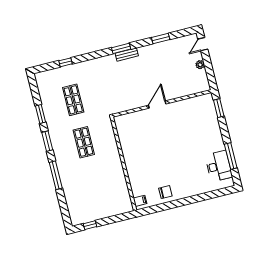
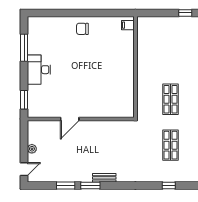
window: (121, 48) -> (90, 186), moved
door: (157, 105) -> (70, 119), moved
desk: (219, 166) -> (39, 70), moved
chair: (165, 192) -> (82, 29), moved

